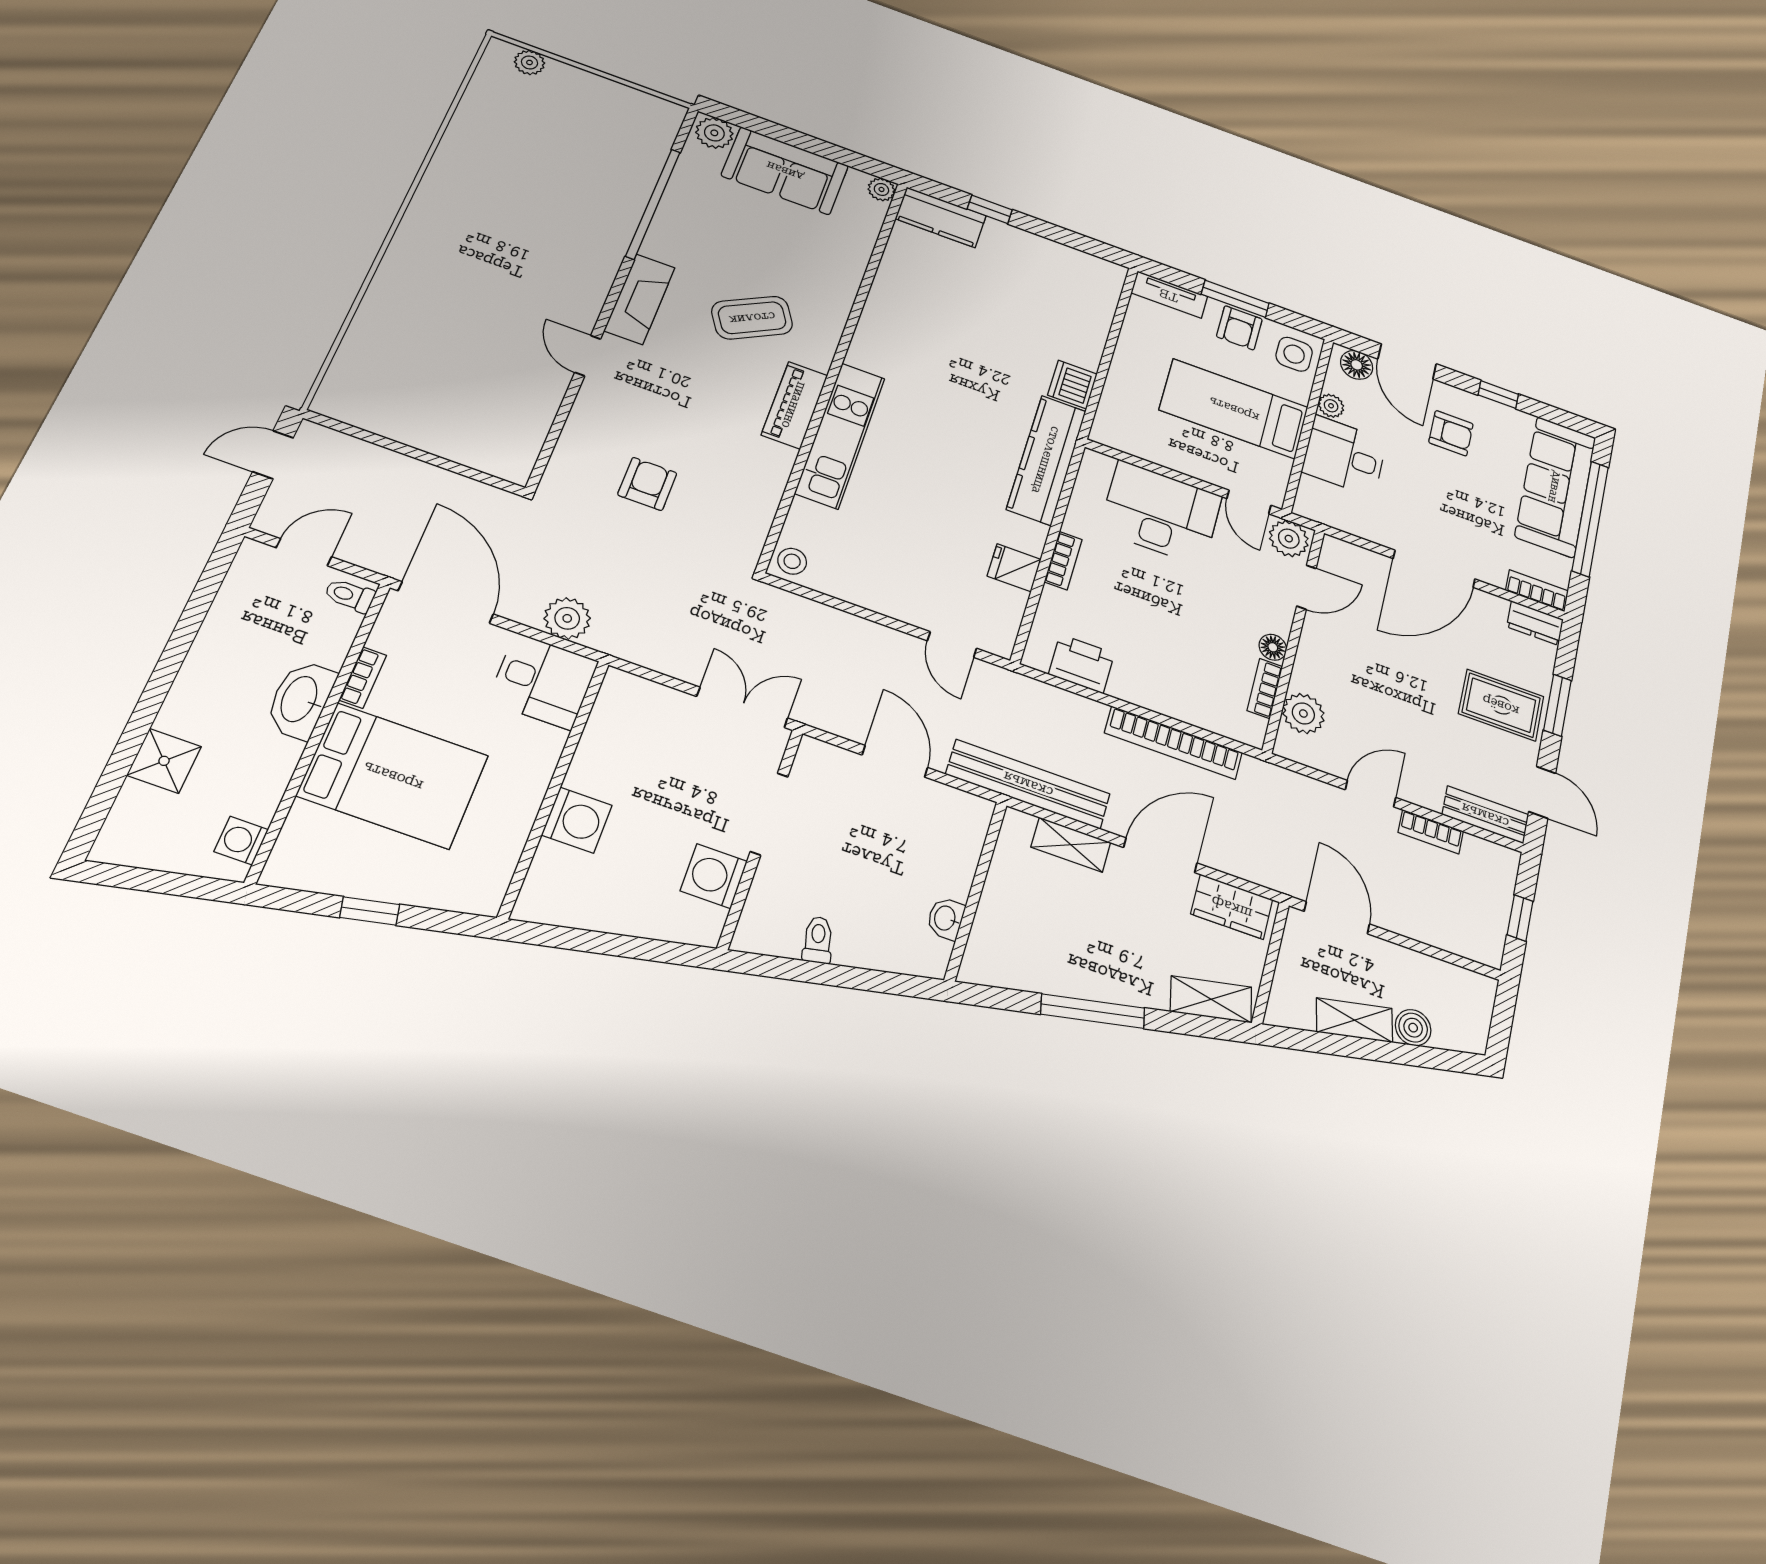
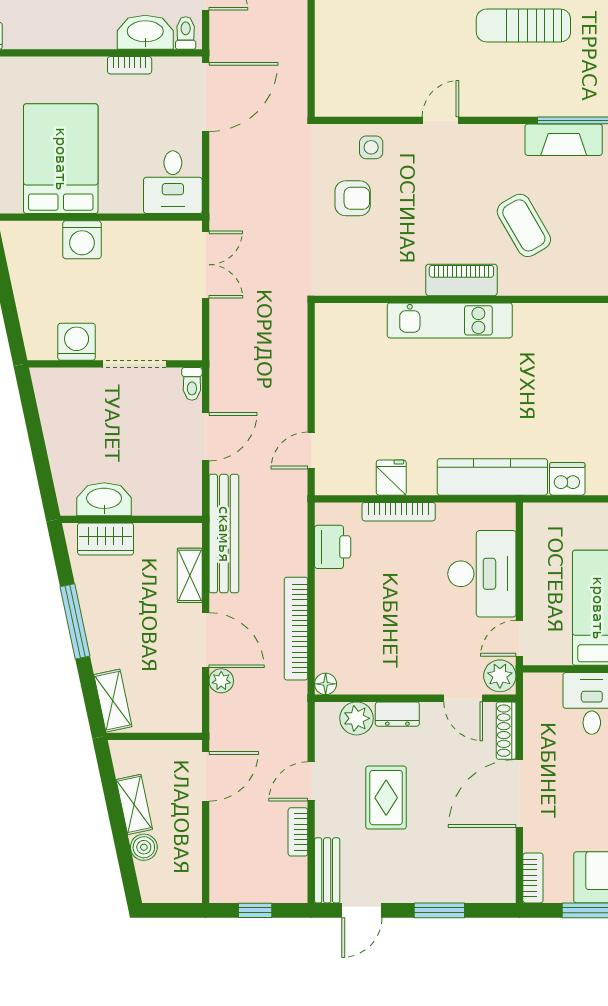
sun lounger: (508, 230) -> (523, 25), added
fireplace: (640, 299) -> (564, 140), moved
side table: (591, 441) -> (371, 147), added
shoe rack: (1356, 556) -> (506, 731), added
stool: (792, 561) -> (332, 319), removed
bookcase: (1063, 561) -> (399, 512), width x1.56
door: (1434, 569) -> (519, 793), hinge flipped
plant: (567, 618) -> (221, 681), moved, width x0.73, depth x0.73
dresser: (1535, 623) -> (397, 714), moved, turned -90
floor lamp: (1273, 647) -> (326, 684), moved
bookcase: (1265, 689) -> (366, 685), removed
washbasin: (300, 699) -> (145, 32), moved
rug: (1501, 705) -> (386, 798), moved
double door: (742, 707) -> (206, 265), moved
bed: (393, 776) -> (61, 159), moved, turned 180
door: (1370, 794) -> (311, 781), swing flipped
wardrobe: (1232, 907) -> (106, 539), moved, turned -90
washbasin: (946, 918) -> (104, 499), width x1.91, depth x1.45
toilet: (818, 940) -> (192, 384), moved, turned 102

